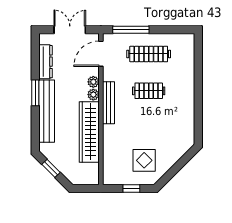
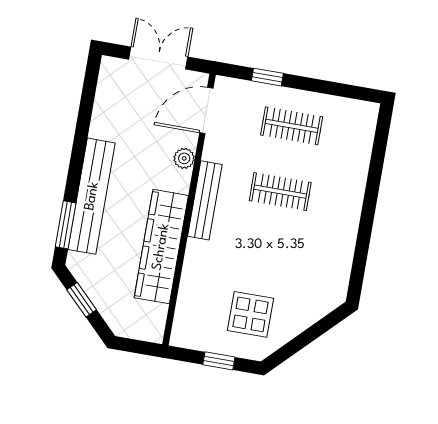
window: (131, 30) -> (267, 77), width x0.46
clothes rail: (149, 54) -> (292, 126), width x0.73
dresser: (46, 62) -> (105, 107), removed
window: (35, 93) -> (66, 225), moved
plant: (93, 95) -> (180, 181), removed

